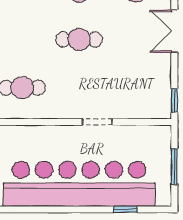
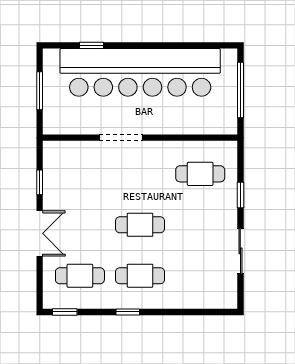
window: (174, 100) -> (40, 182), moved
doorway: (97, 122) -> (121, 138), width x1.38

